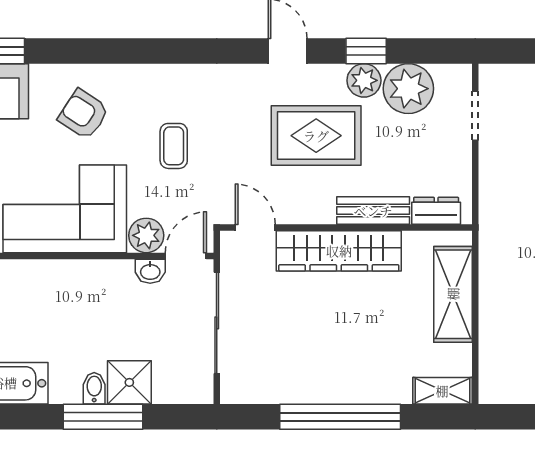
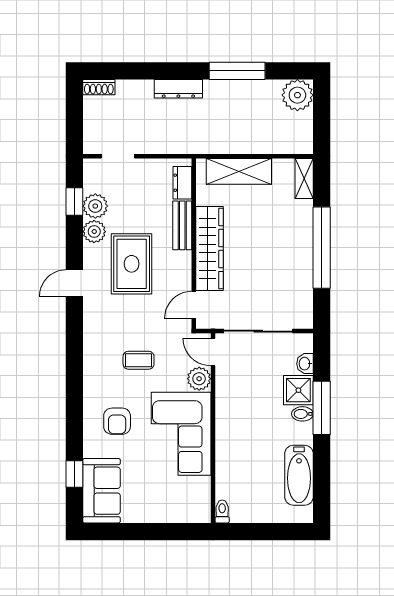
window: (366, 51) -> (74, 202), moved
plant: (408, 89) -> (95, 206), width x0.73, depth x0.73
armchair: (84, 114) -> (117, 421), turned -33
washbasin: (150, 271) -> (305, 364), moved, turned 180

